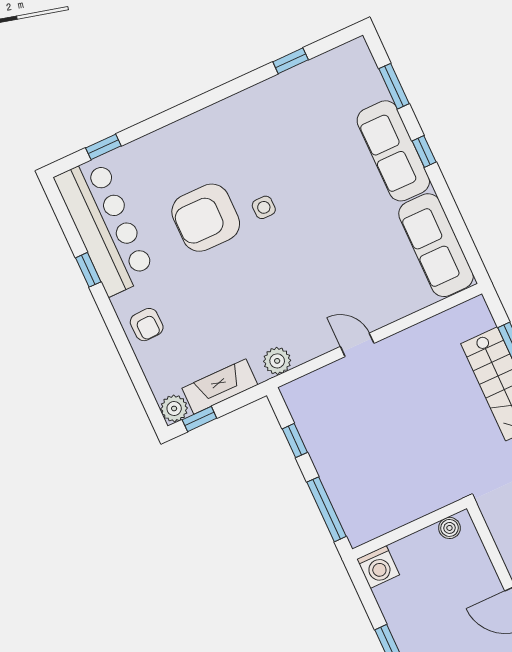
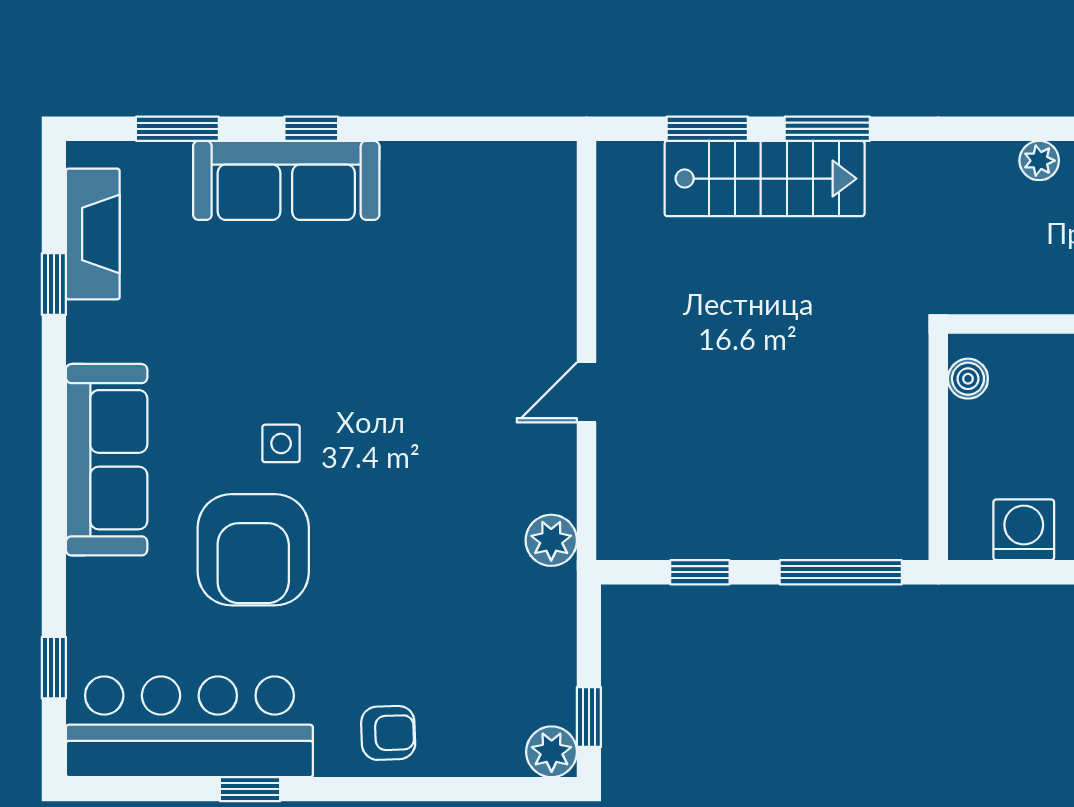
sofa: (436, 245) -> (107, 460), moved, turned -90
fireplace: (220, 386) -> (93, 234), moved, turned 180
washing machine: (378, 567) -> (1024, 530), moved, turned -90

